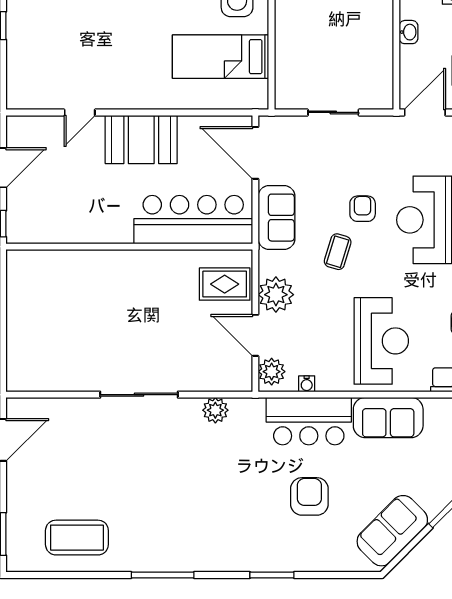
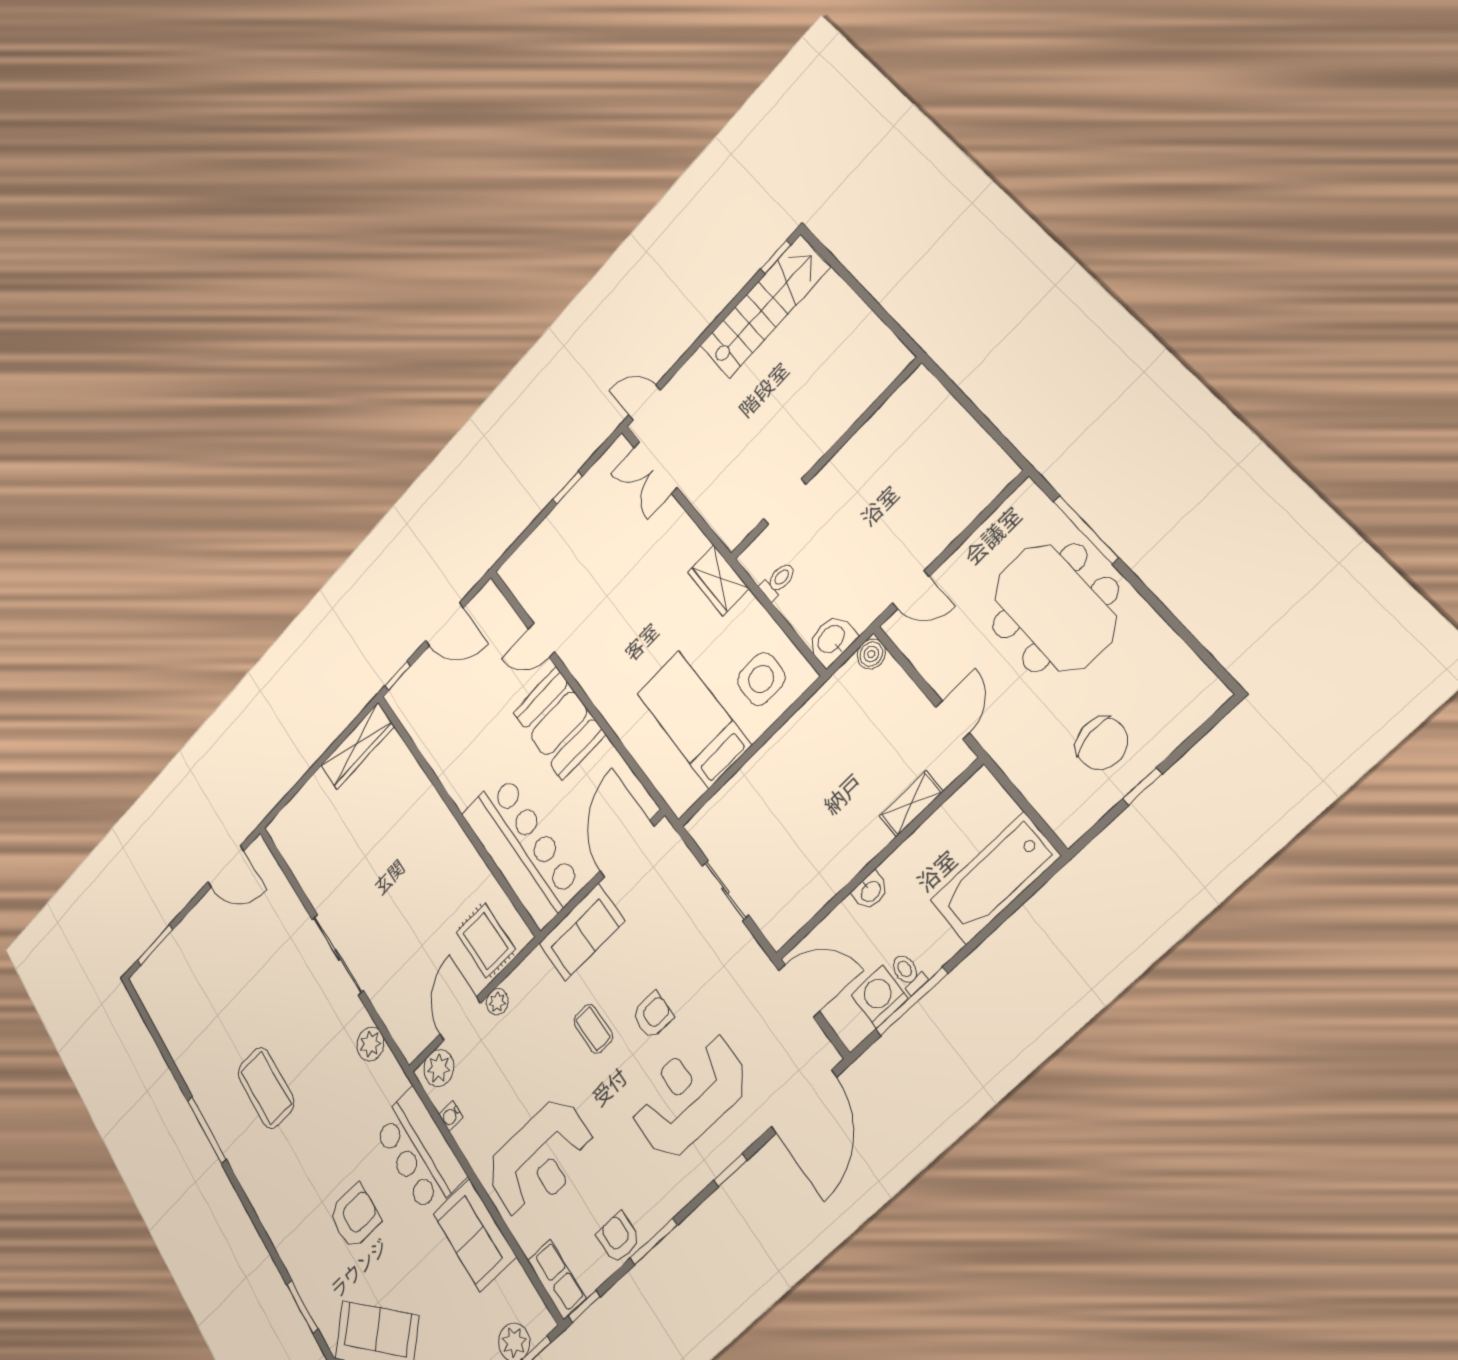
coffee table: (338, 252) -> (593, 1029), turned 73
wardrobe: (20, 285) -> (357, 746), added
plant: (276, 295) -> (497, 1002), width x0.53, depth x0.53
coffee table: (77, 538) -> (266, 1088), moved
window: (272, 575) -> (302, 1307), moved

